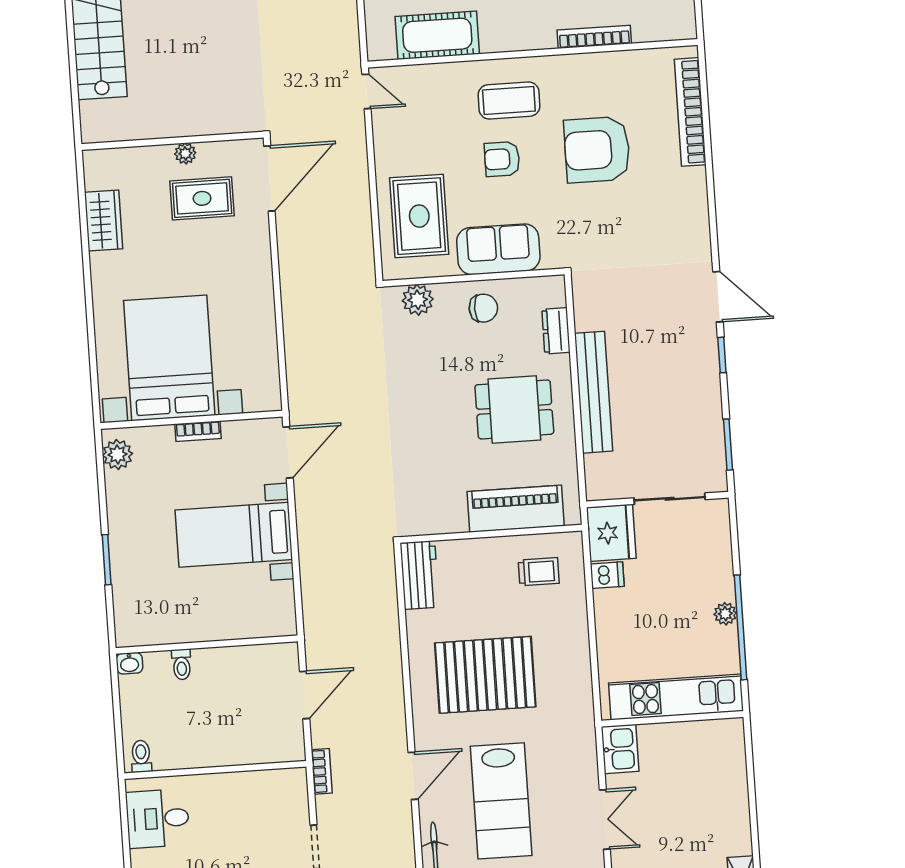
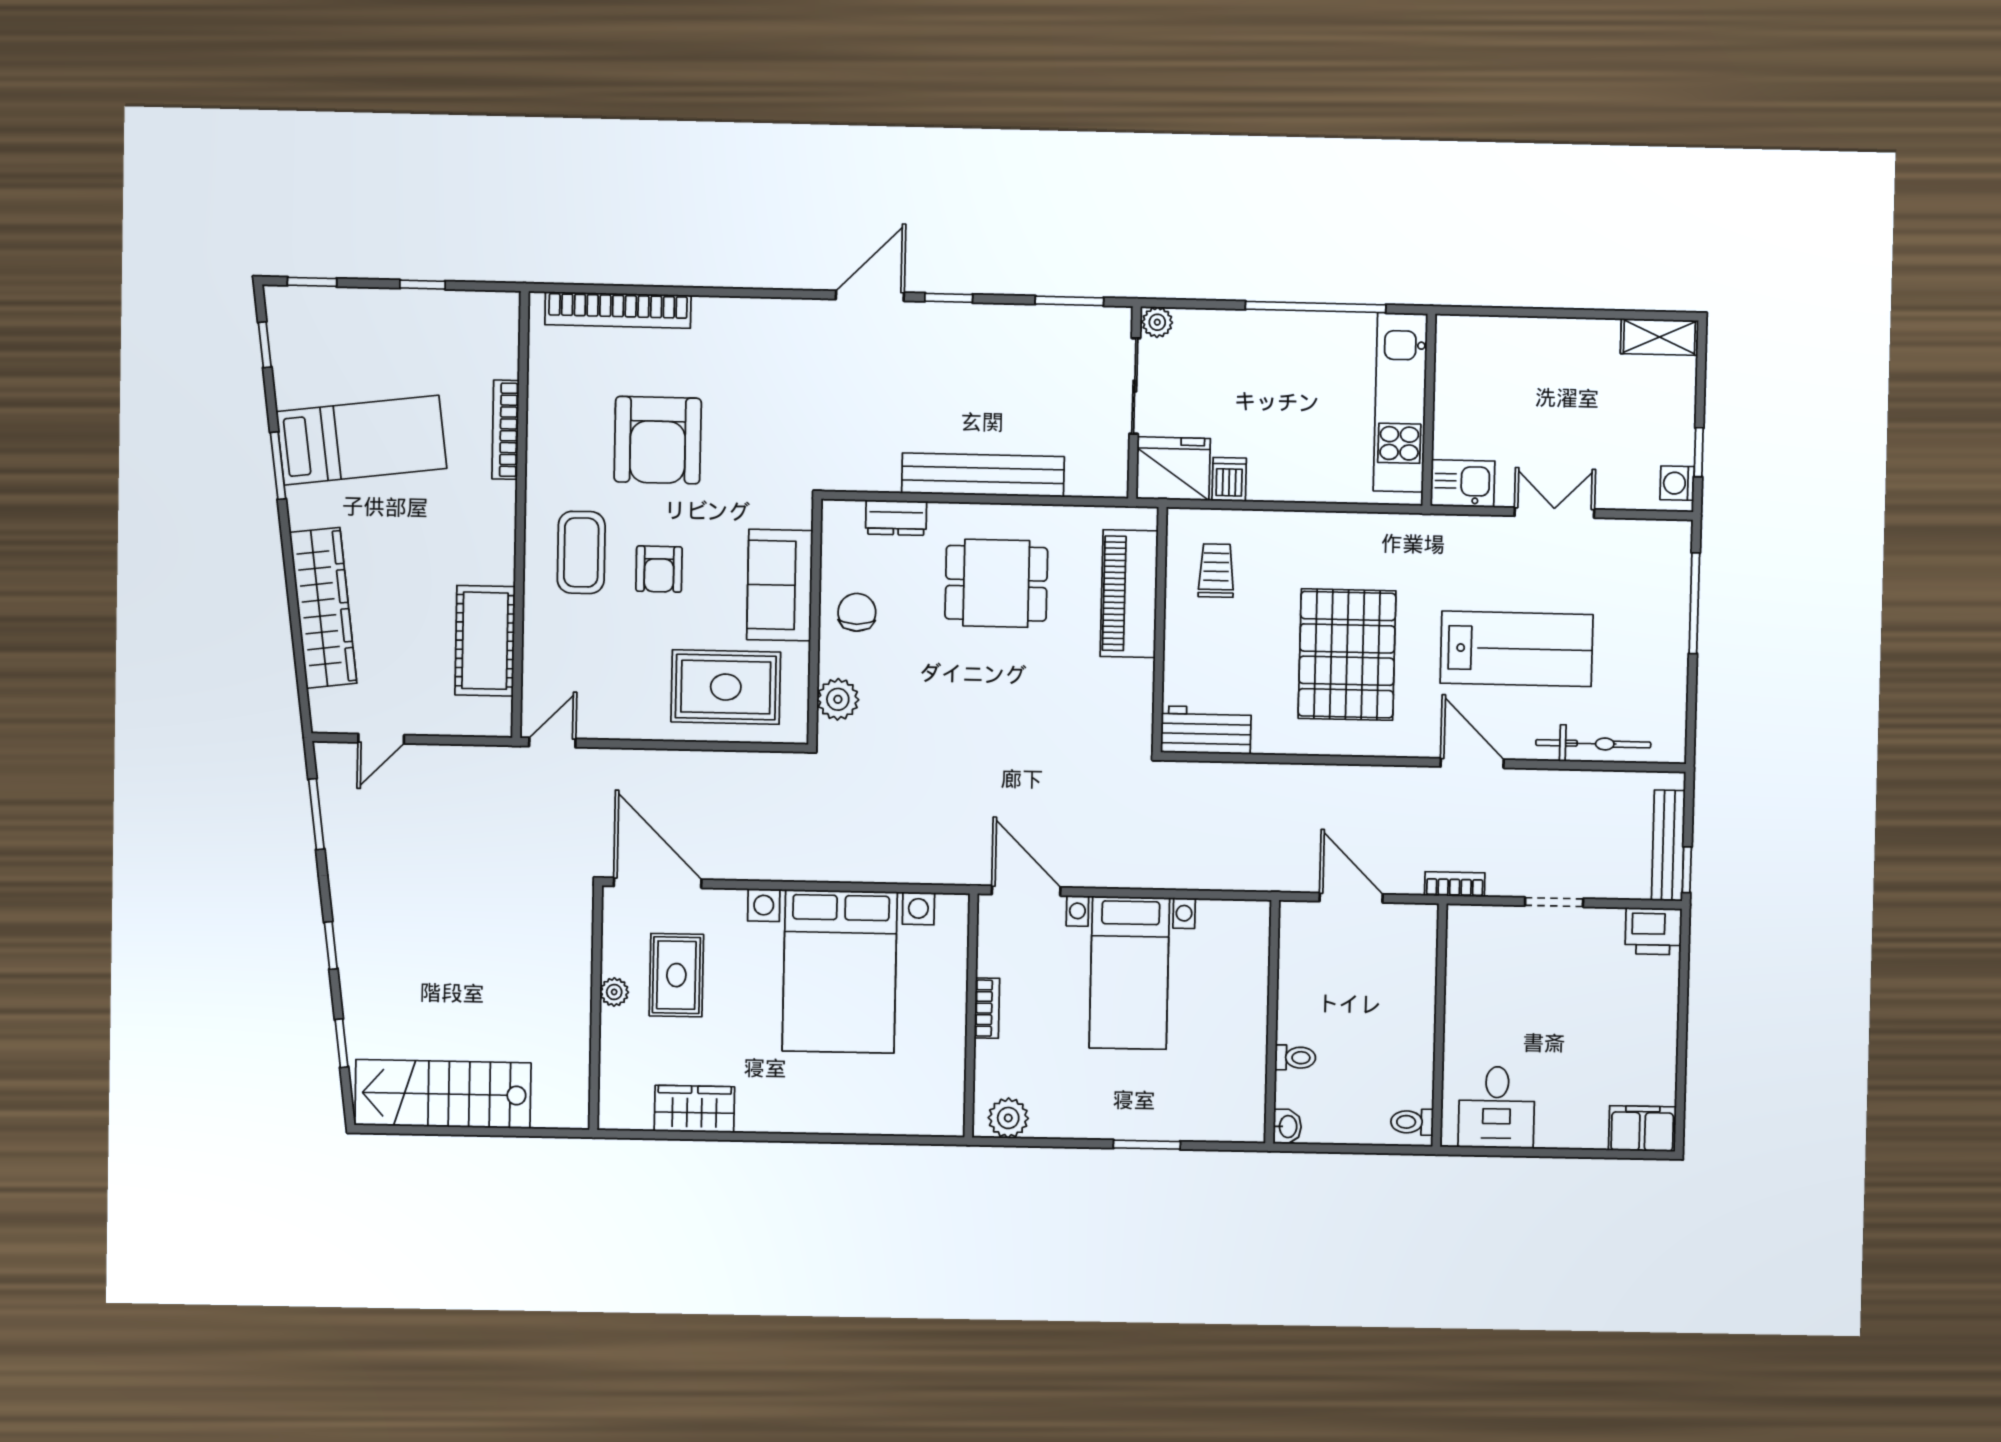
bed with nightstands: (169, 358) -> (840, 971), moved, turned -90
dining table: (514, 409) -> (996, 583), turned 90
plant: (725, 614) -> (1157, 322), moved

